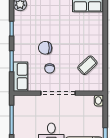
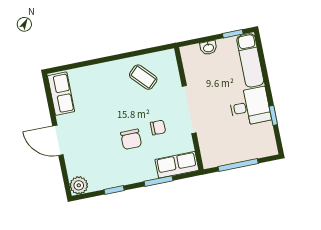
washbasin: (99, 101) -> (208, 48), moved

